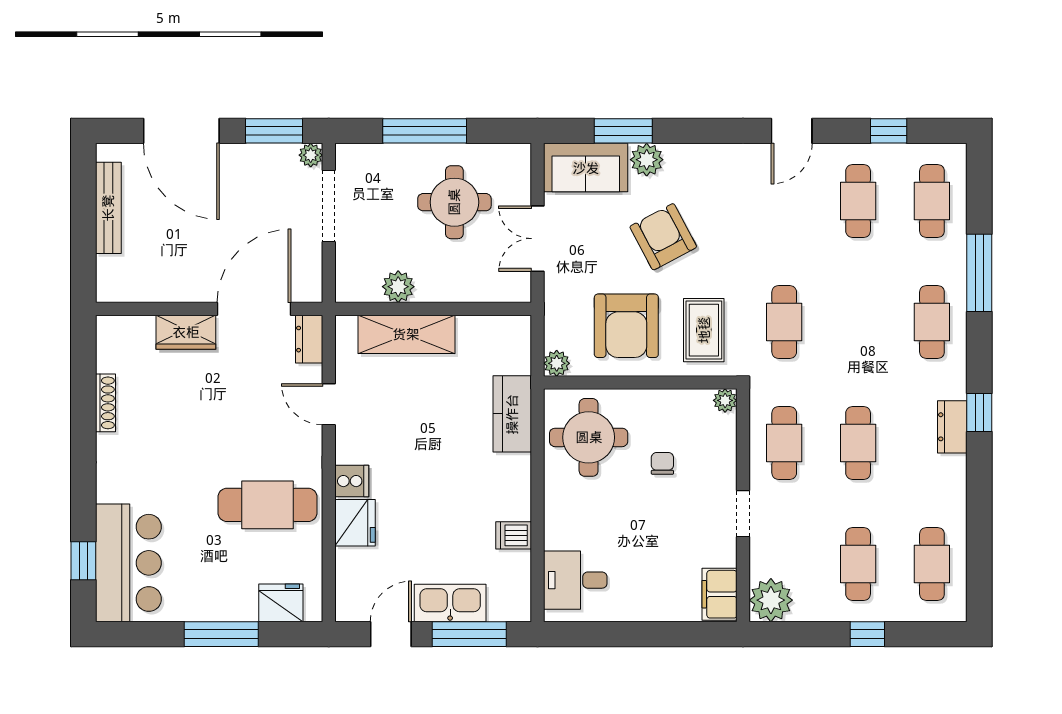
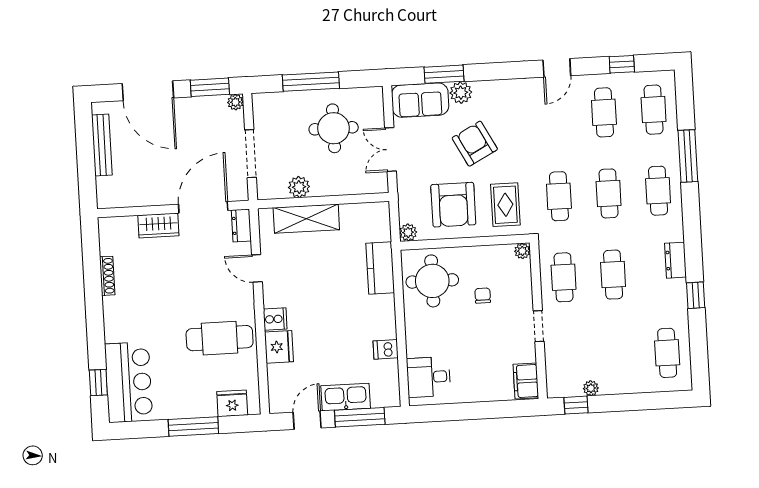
doorway: (329, 206) -> (250, 154), moved
window: (979, 413) -> (696, 295), moved
cafe table: (858, 564) -> (609, 193), moved
plant: (771, 600) -> (591, 388), moved, width x0.53, depth x0.53
window: (867, 634) -> (576, 405), moved

